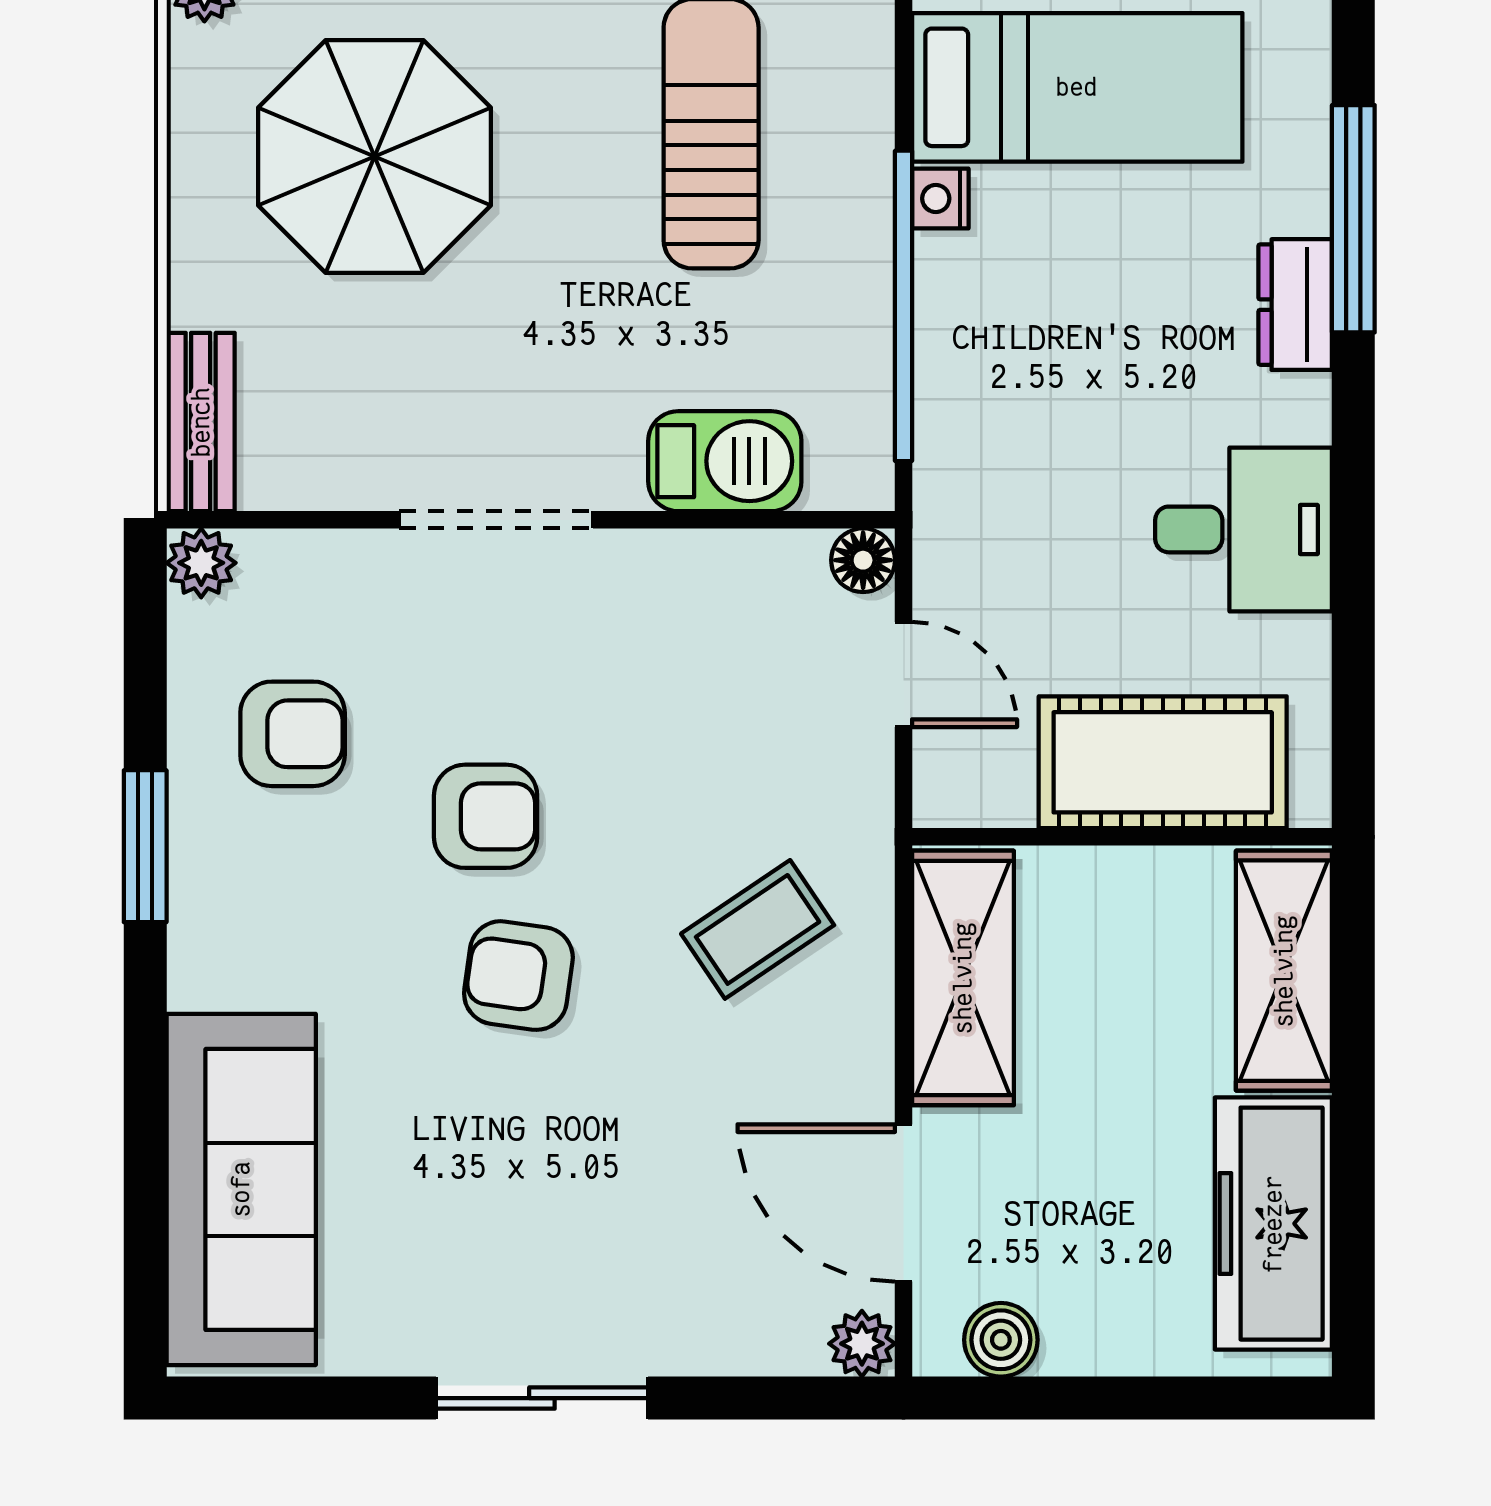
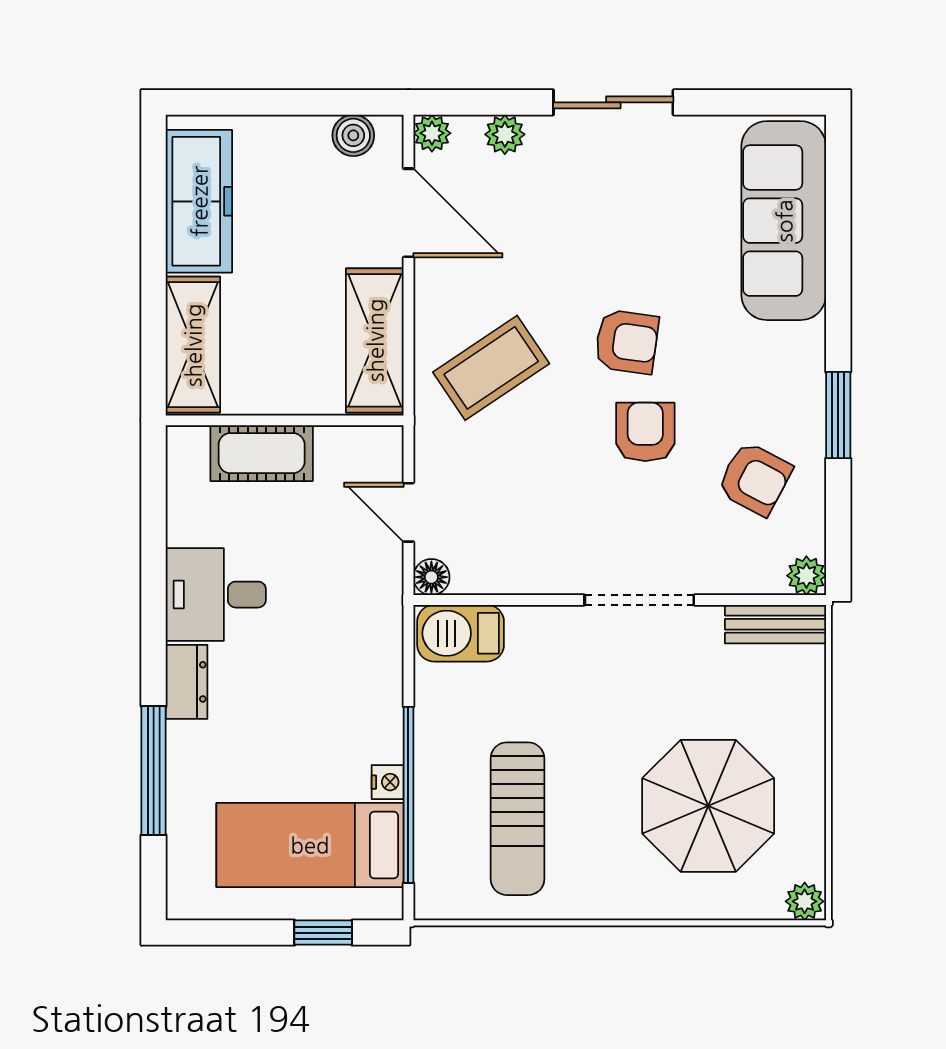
dresser: (1295, 305) -> (187, 682), moved
window: (903, 306) -> (408, 795), moved
bench: (201, 422) -> (775, 624), moved, turned 90
barbecue: (725, 461) -> (461, 633), moved
armchair: (293, 734) -> (755, 479), turned -152
cot: (1163, 762) -> (262, 453), width x0.73, depth x0.75
armchair: (486, 816) -> (645, 432), turned 90
coffee table: (758, 929) -> (491, 368), width x1.36, depth x1.30
plant: (733, 1341) -> (505, 134), added

